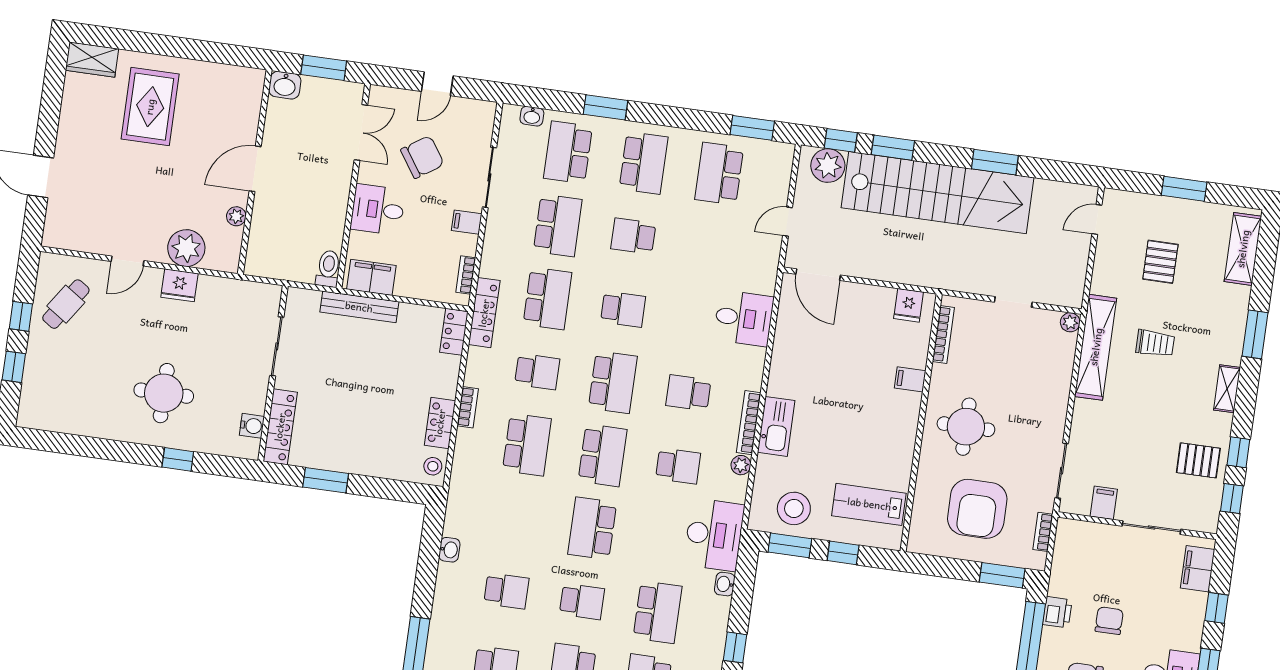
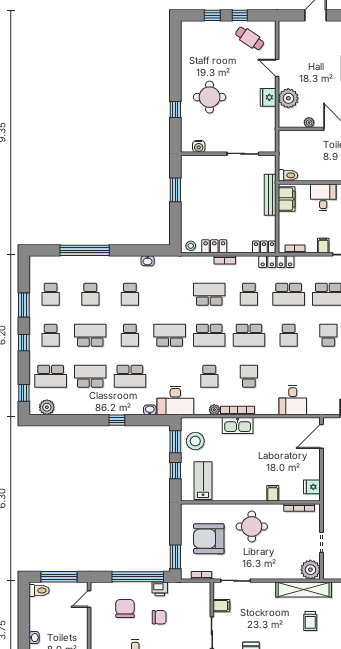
plant: (1070, 322) -> (310, 570), width x1.87, depth x1.87
locker: (280, 427) -> (200, 162), removed
school desk: (527, 445) -> (209, 294), turned 180

